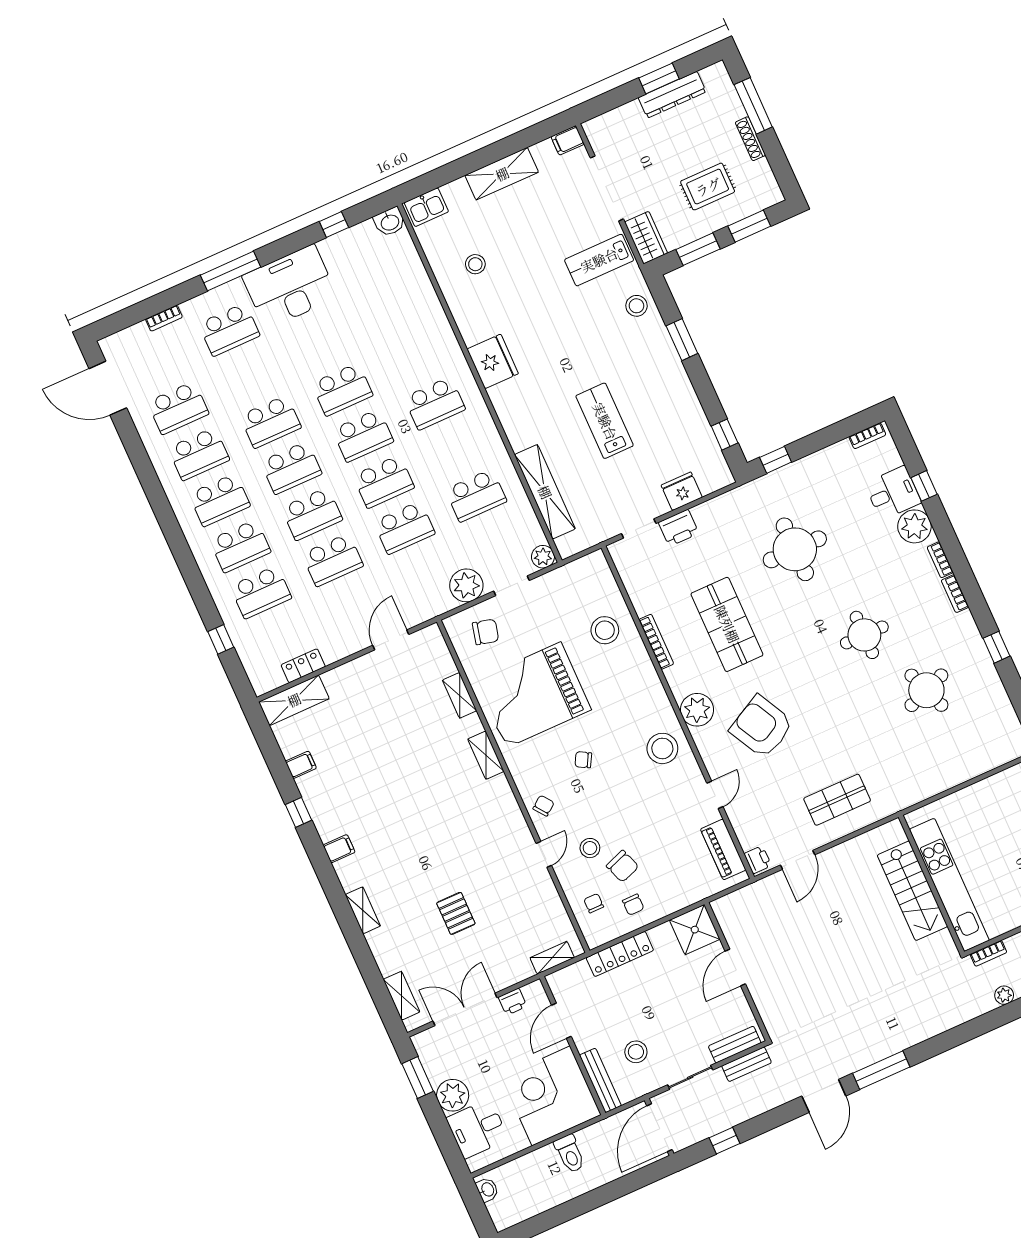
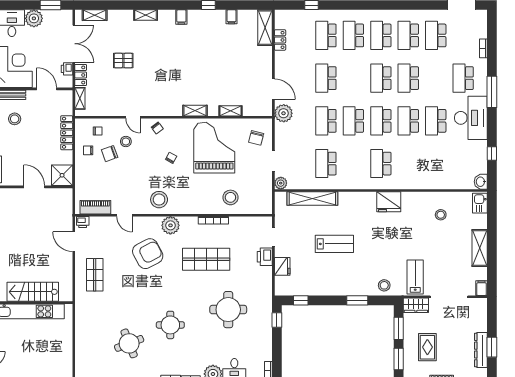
school desk: (312, 514) -> (436, 121), moved
plant: (466, 585) -> (284, 113), moved
locker: (512, 974) -> (81, 75), added

